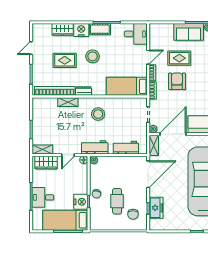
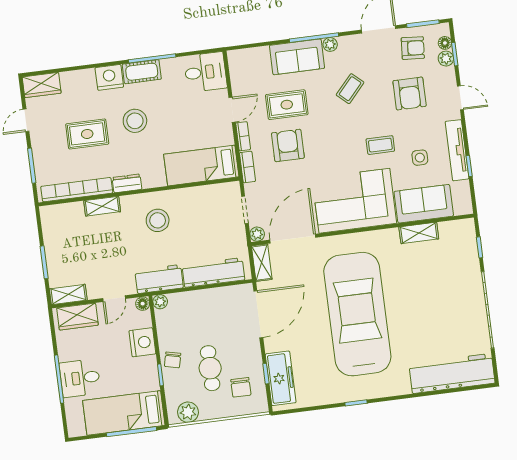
wardrobe: (63, 29) -> (42, 85), moved
workbench: (126, 148) -> (213, 273), width x1.38
nightstand: (81, 202) -> (142, 342), moved
freezer: (156, 208) -> (281, 378), width x1.40
plant: (101, 224) -> (188, 412), added

